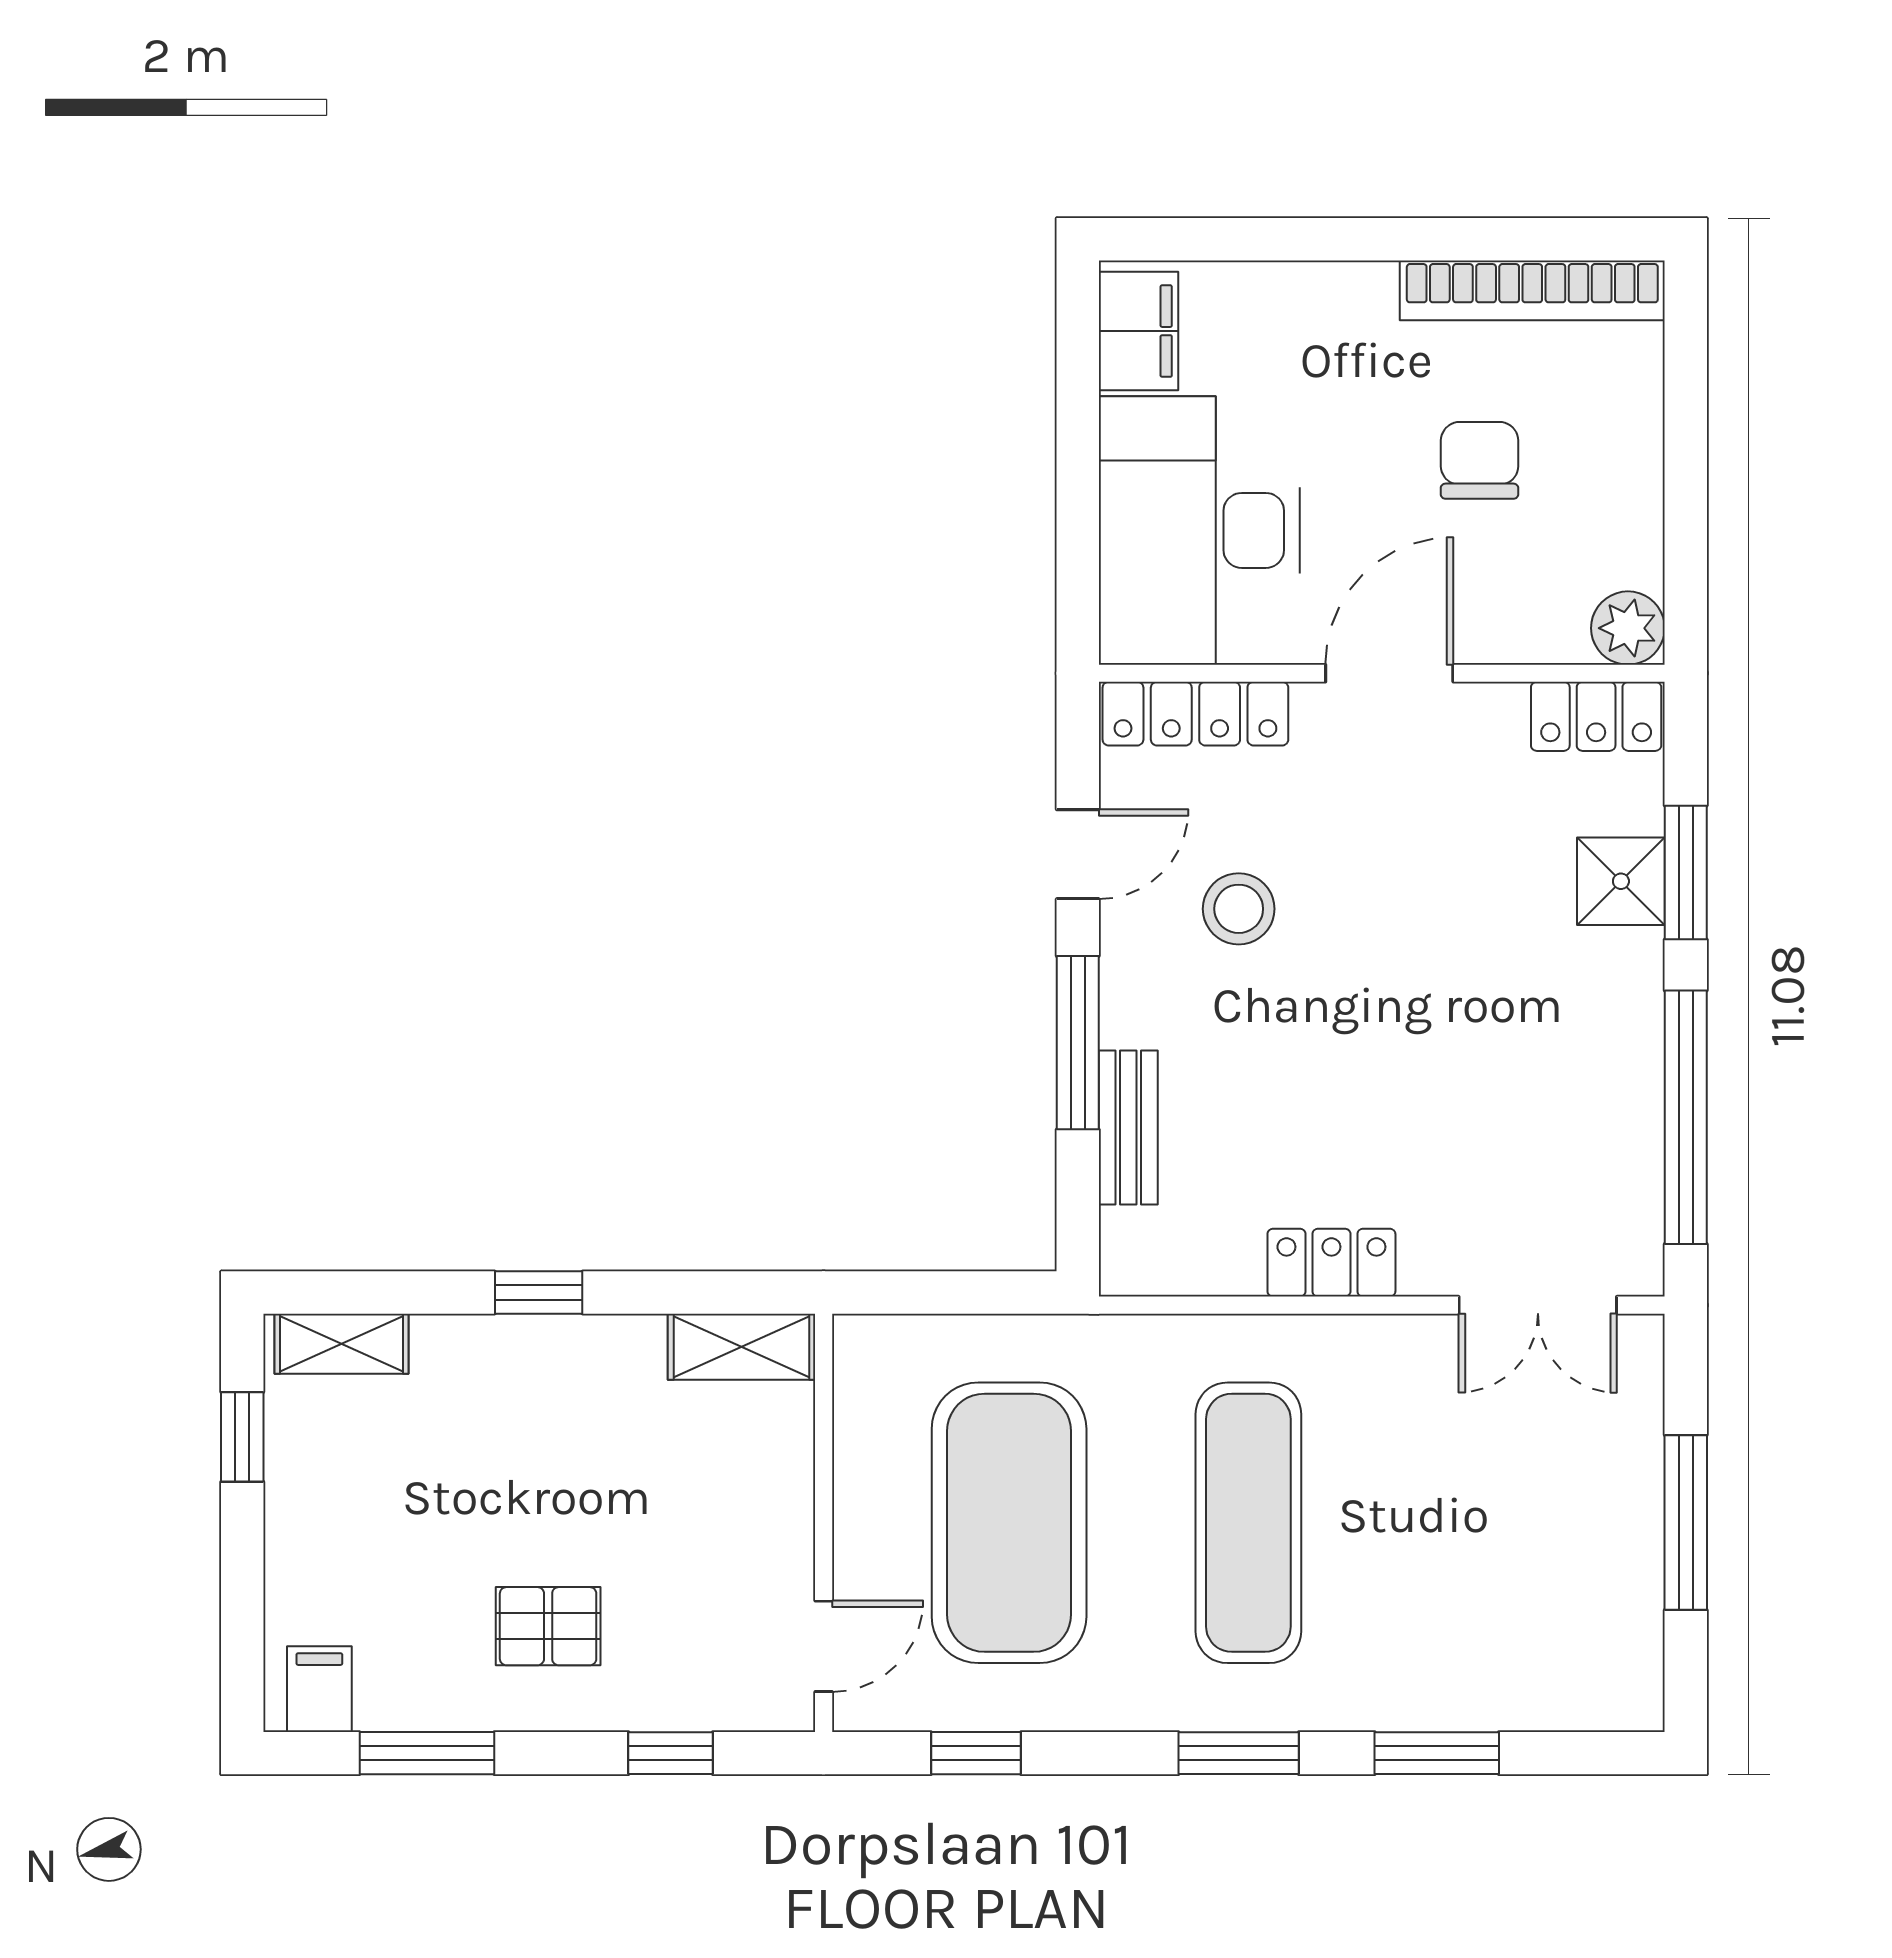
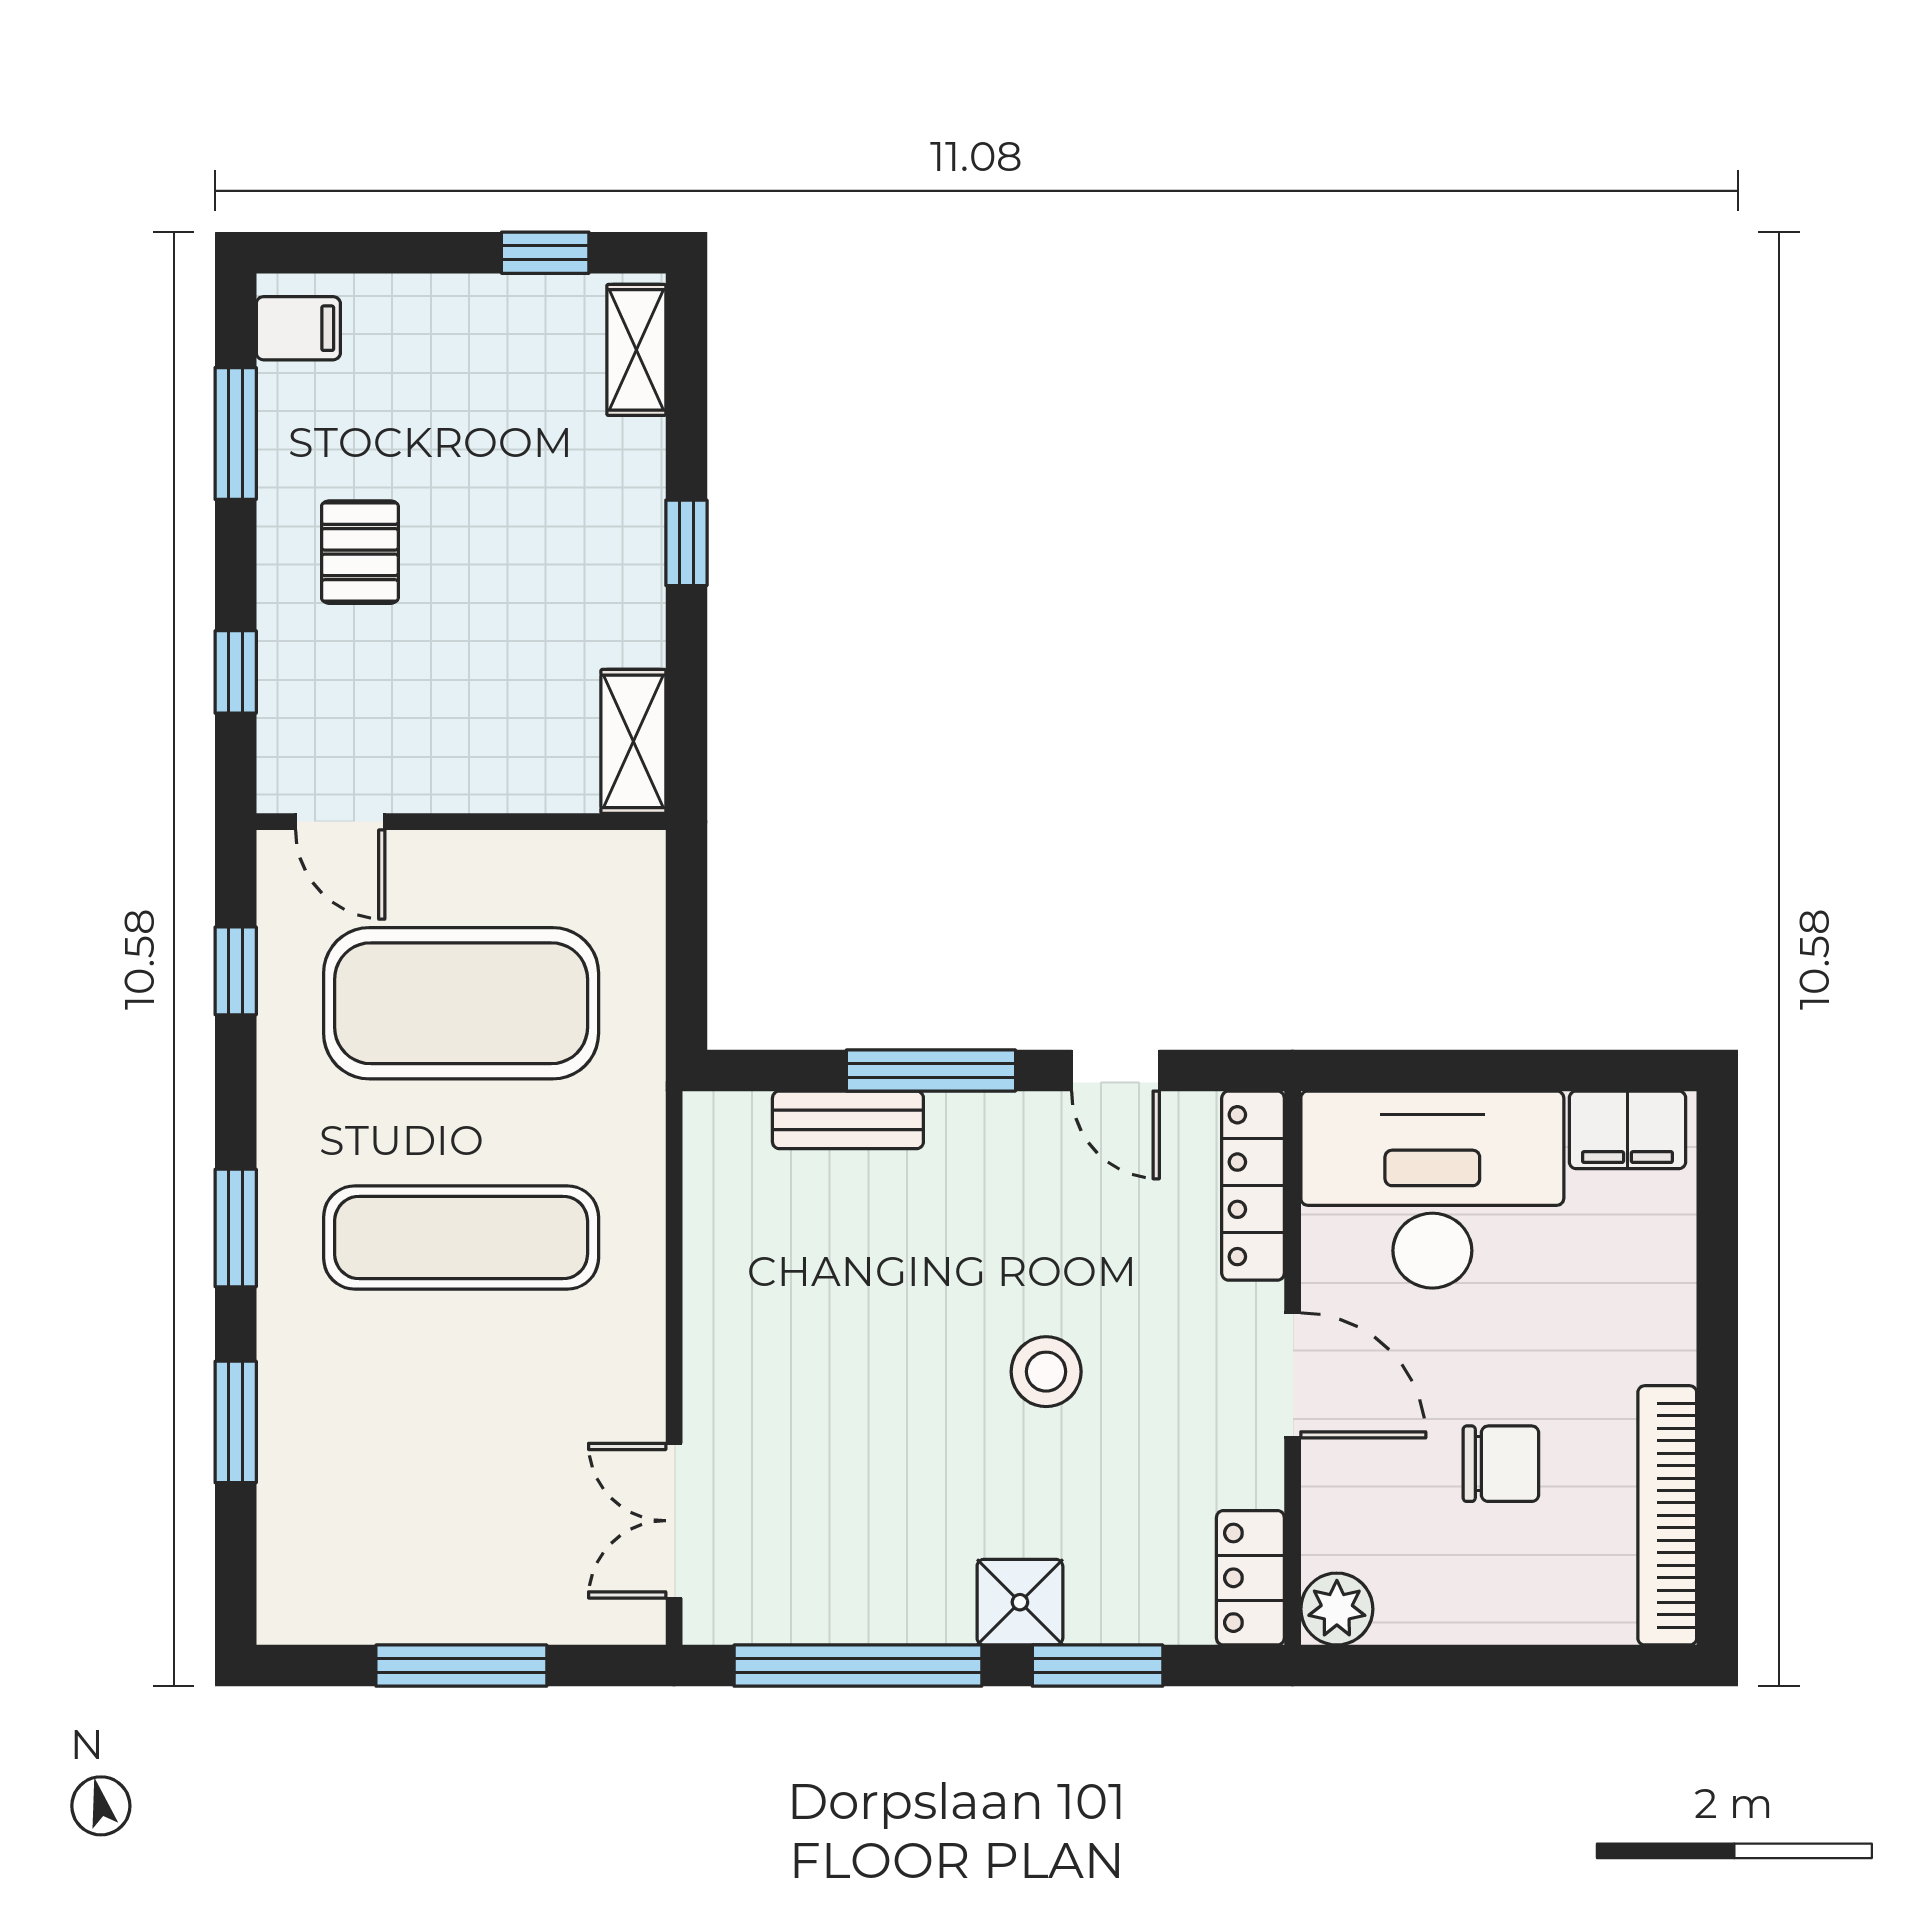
shower: (1621, 881) -> (1020, 1602), moved
stool: (1239, 909) -> (1046, 1372), moved
locker: (1331, 1263) -> (716, 1319), removed

